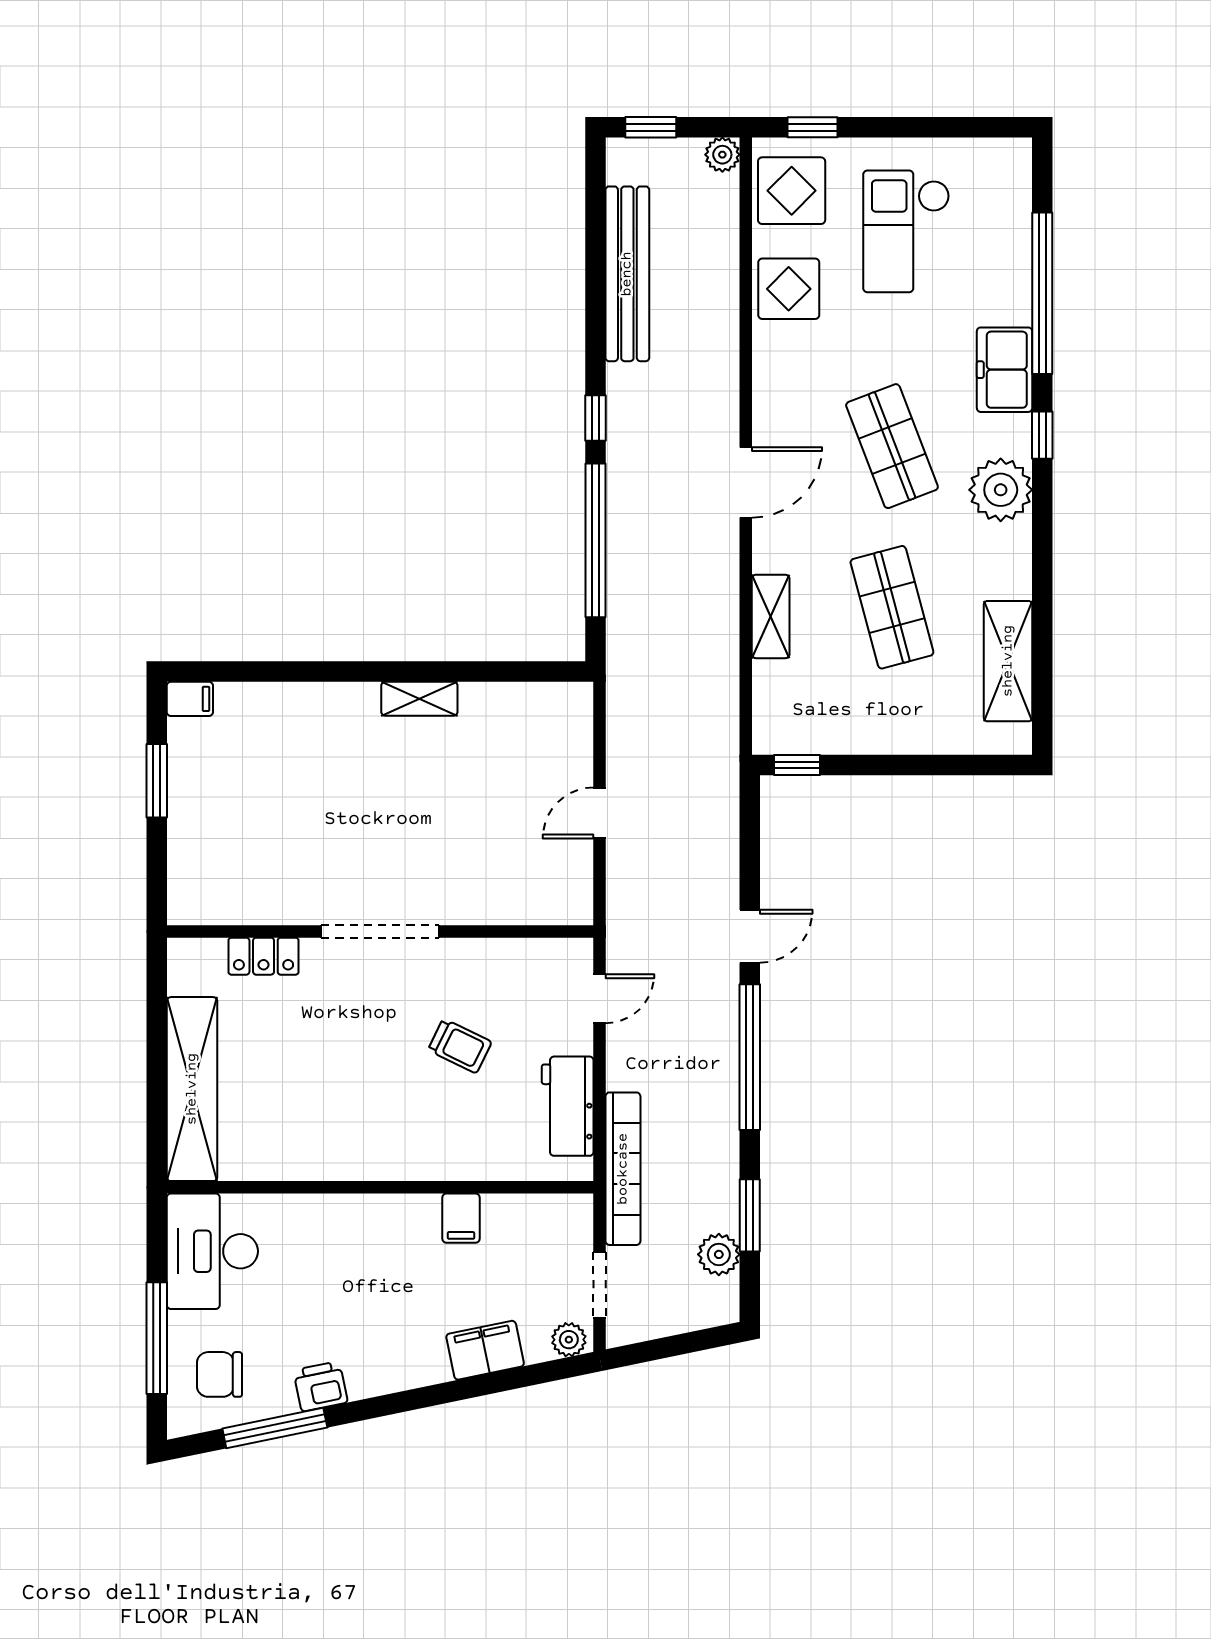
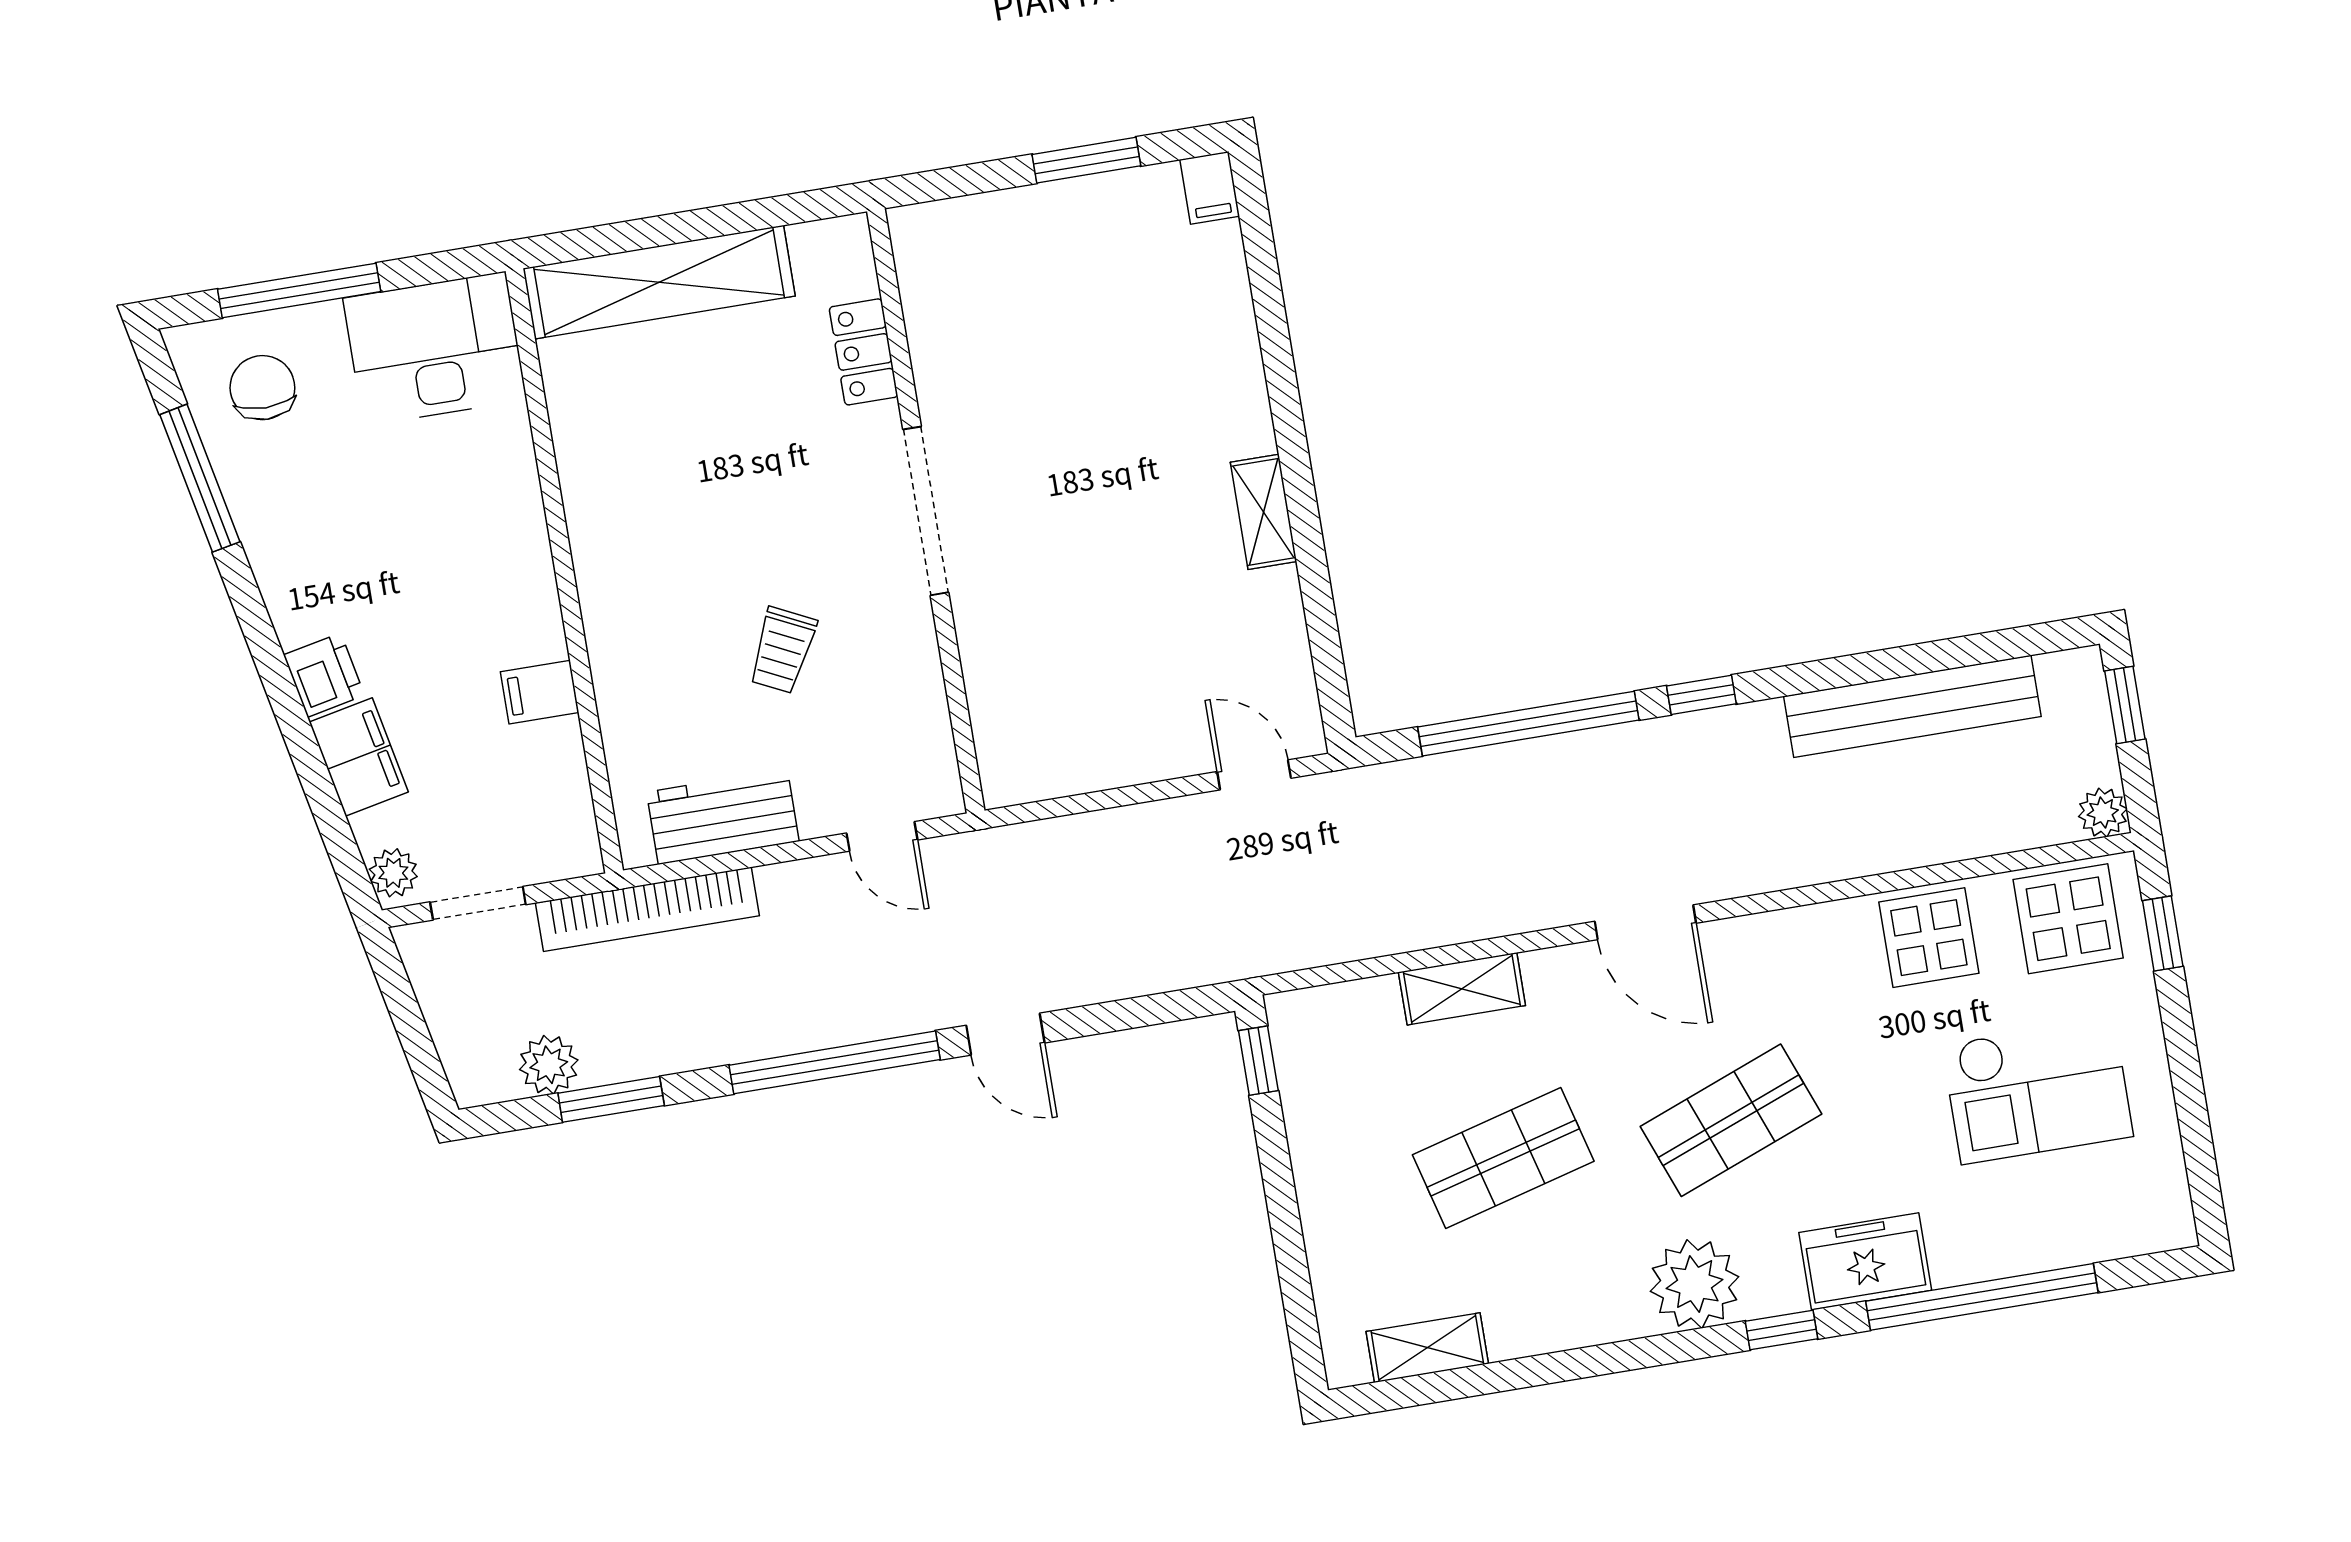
checkout: (906, 231) -> (2038, 1090), turned 180
shelving: (1008, 661) -> (1427, 1348), width x0.67, depth x0.75
door: (600, 813) -> (1254, 775), moved
printer: (321, 1386) -> (324, 675), moved

